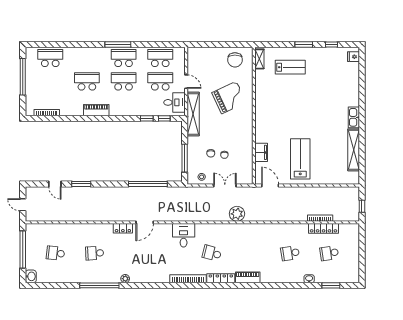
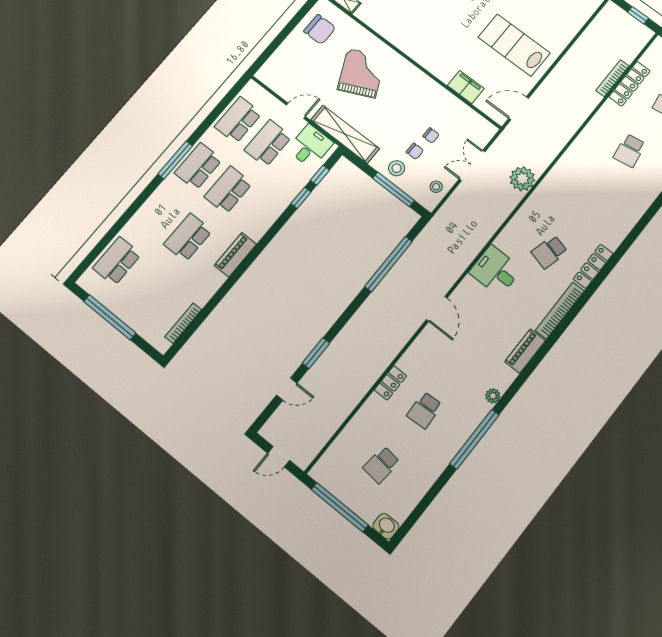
stool: (196, 151) -> (397, 168), added
locker: (123, 228) -> (390, 383), moved
piano: (248, 277) -> (525, 351), moved

